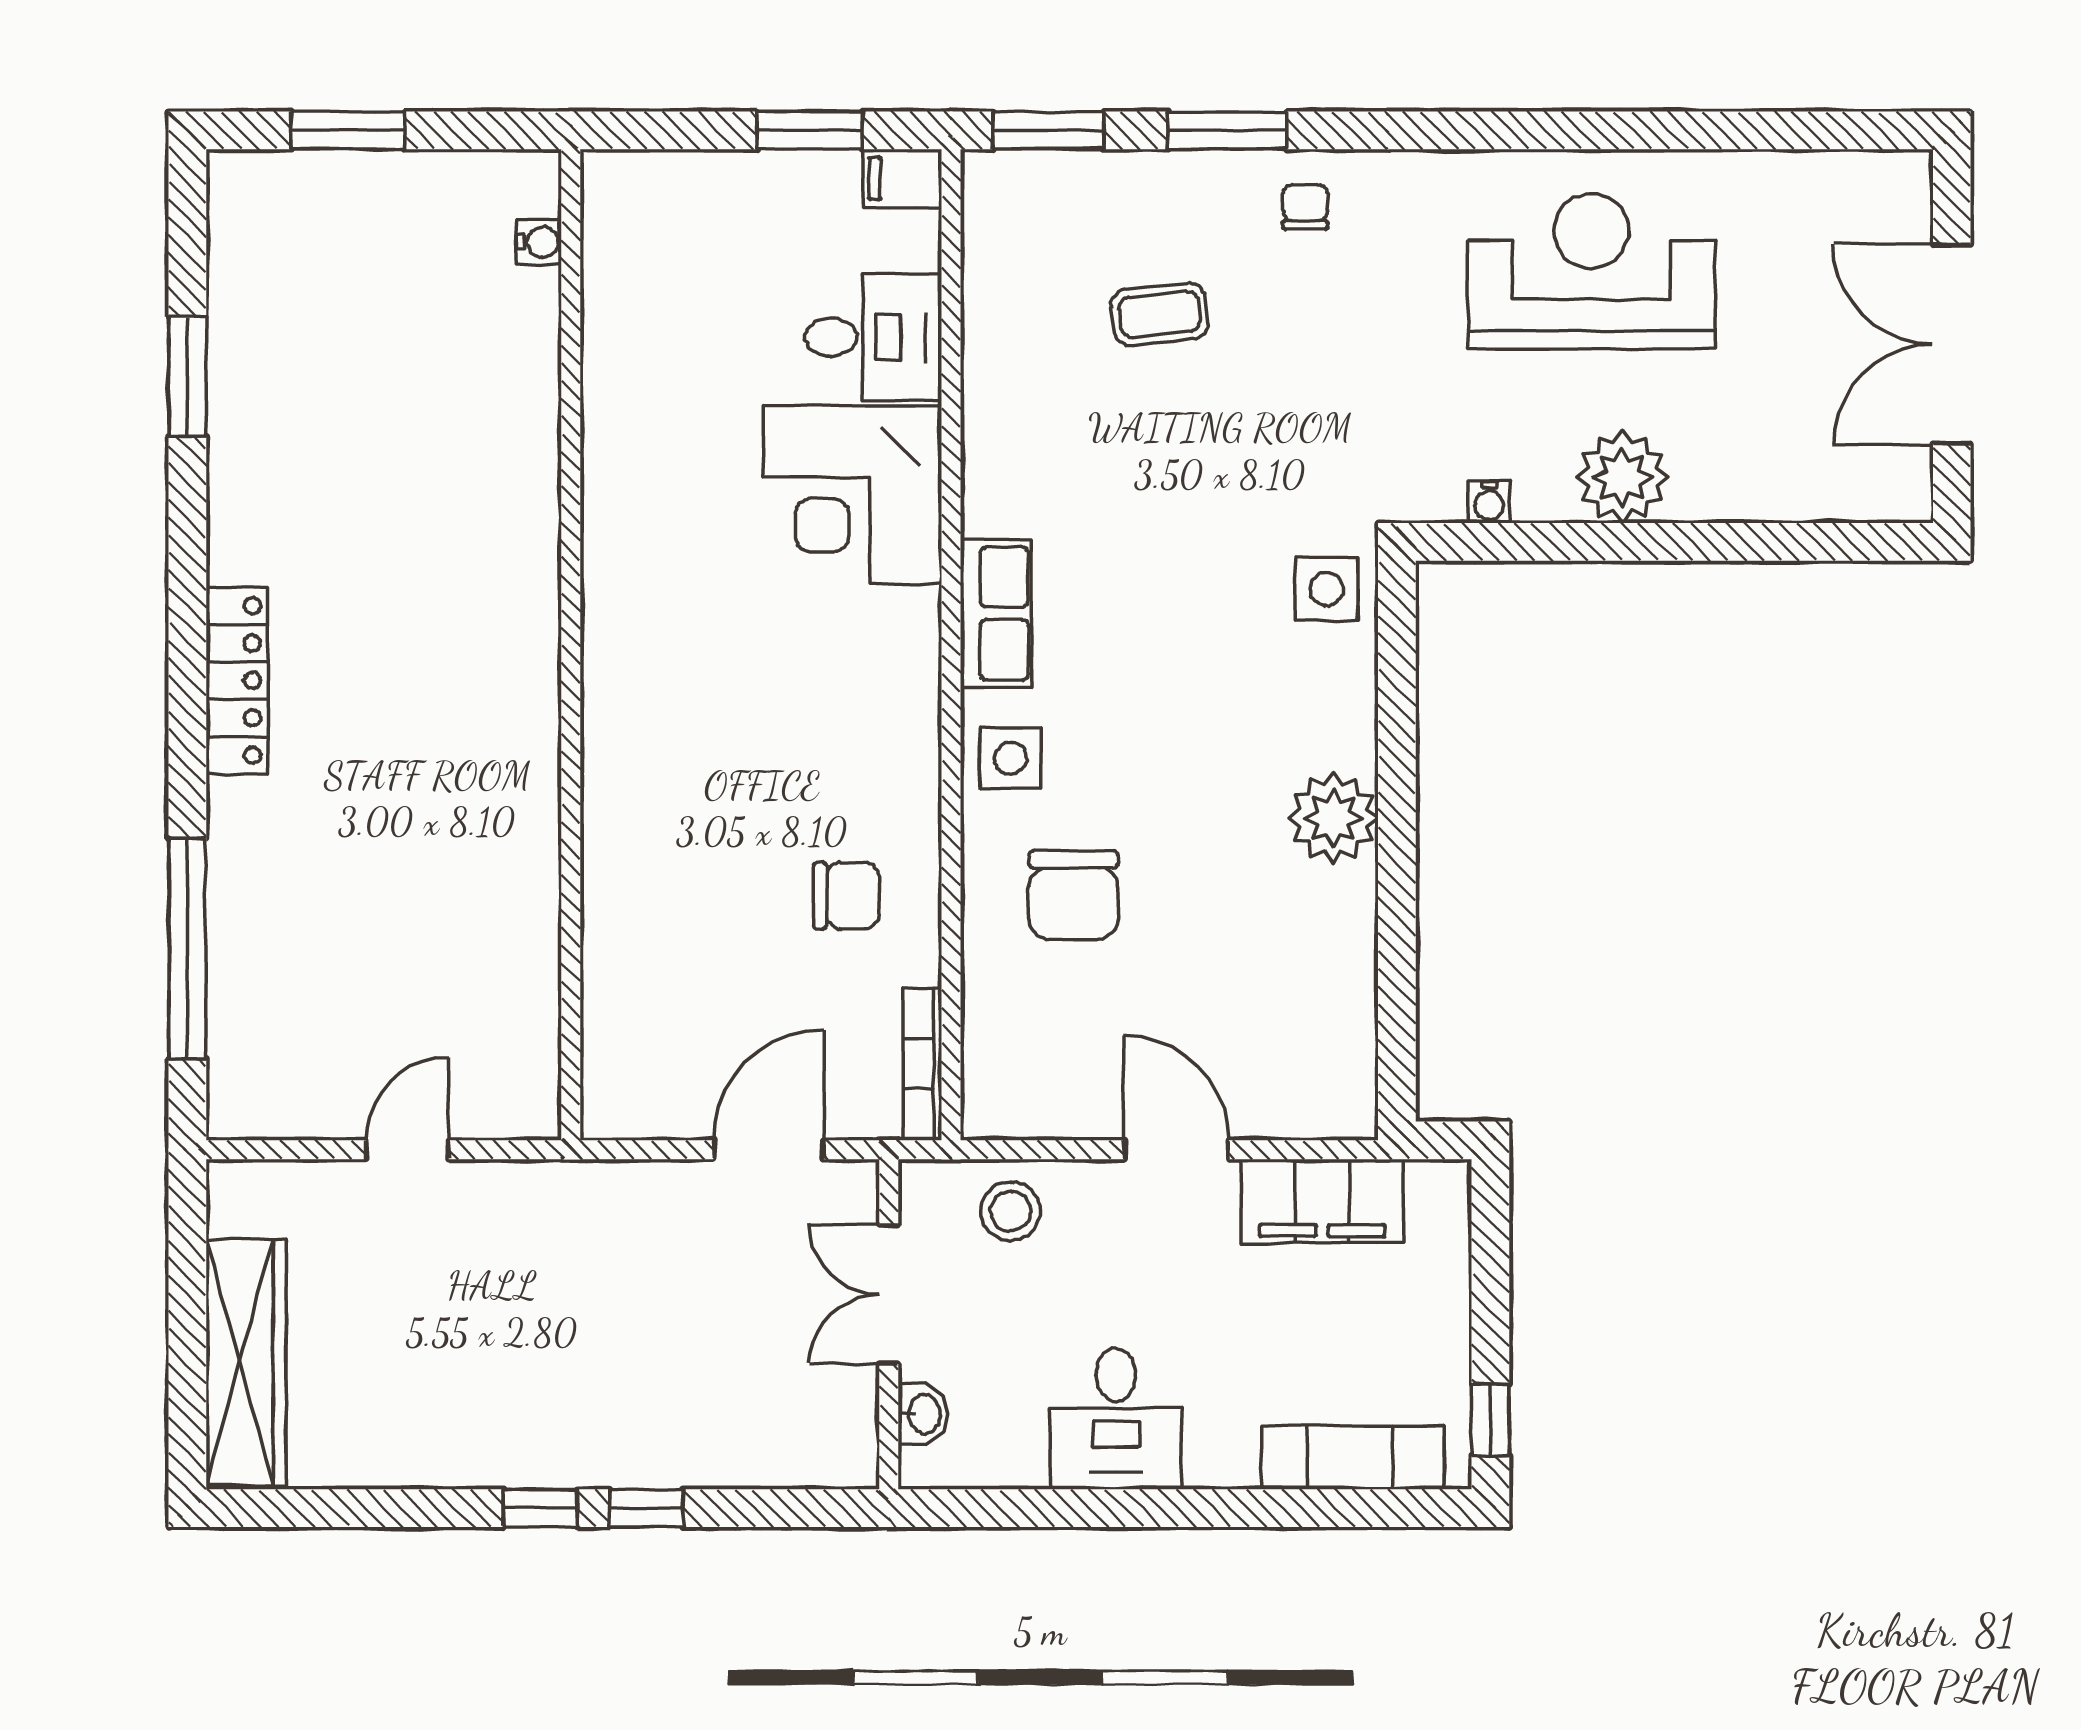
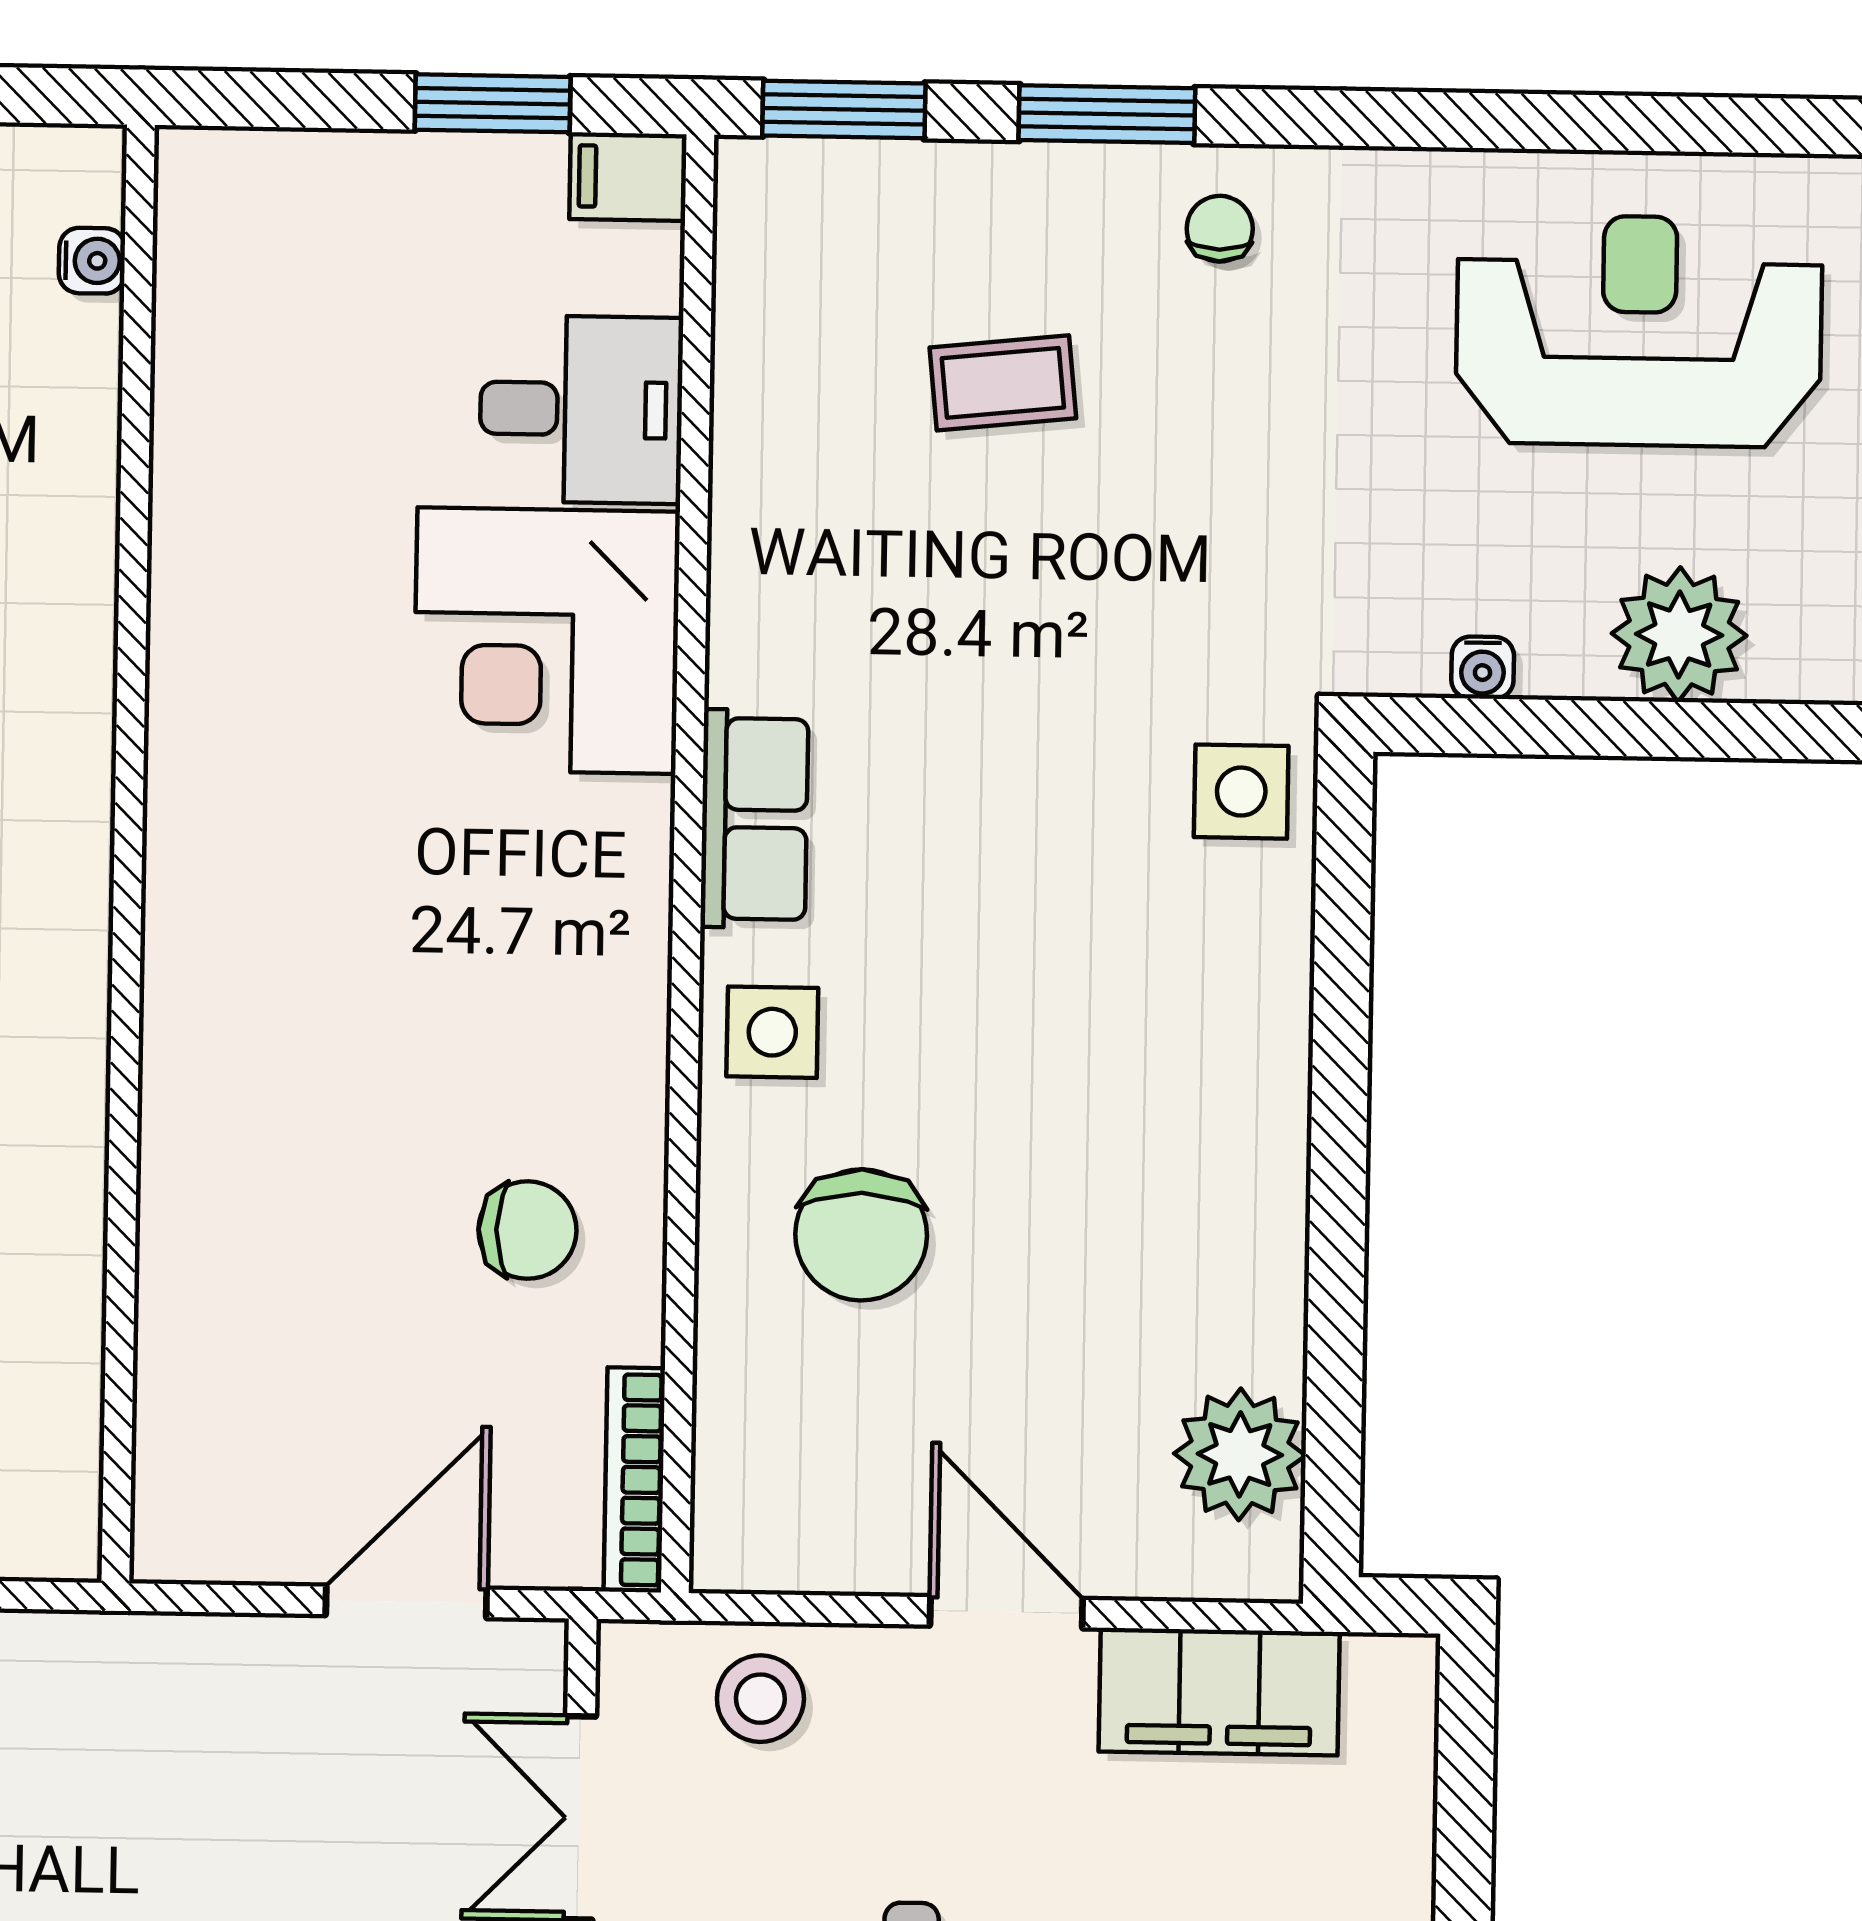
plant: (1333, 818) -> (1240, 1454), moved

